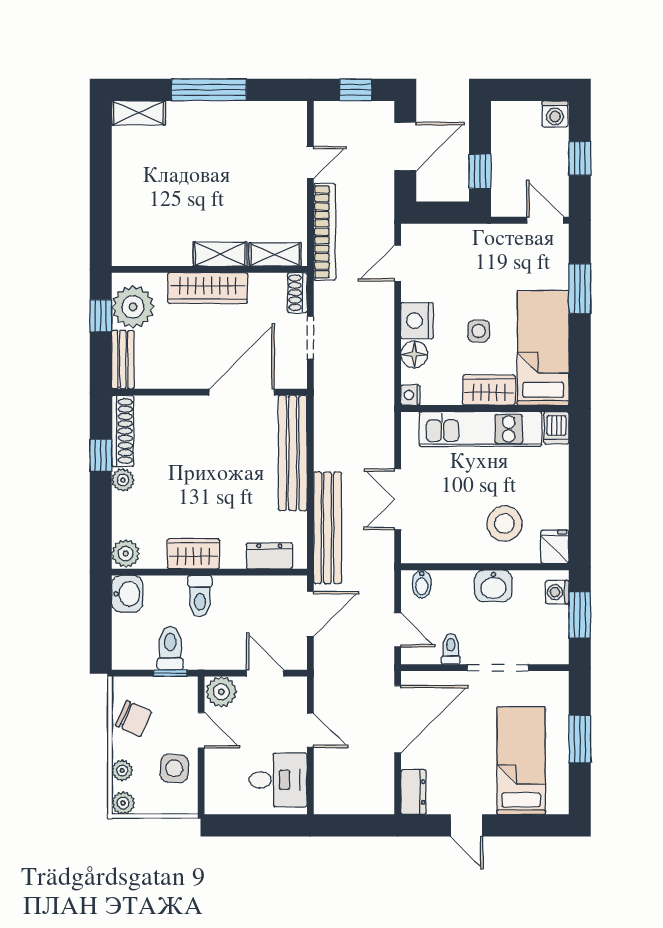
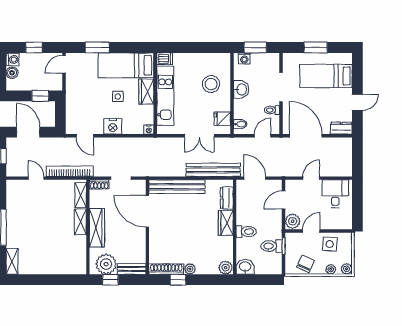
boiler: (528, 113) -> (12, 73), added
floor lamp: (414, 354) -> (129, 128), removed
fridge: (555, 547) -> (222, 119), moved
wardrobe: (193, 554) -> (226, 223), moved

